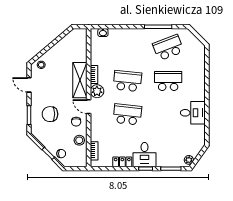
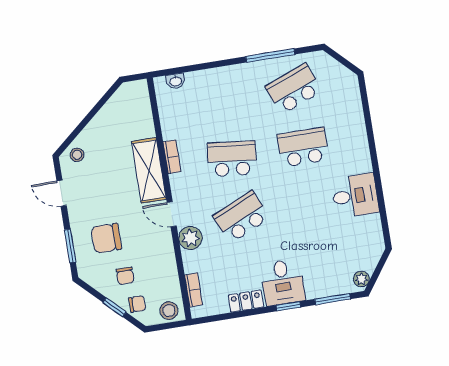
plant: (97, 91) -> (190, 238), moved
school desk: (127, 114) -> (241, 217), turned -30
chair: (76, 122) -> (125, 276), moved
stool: (79, 140) -> (169, 311), moved

